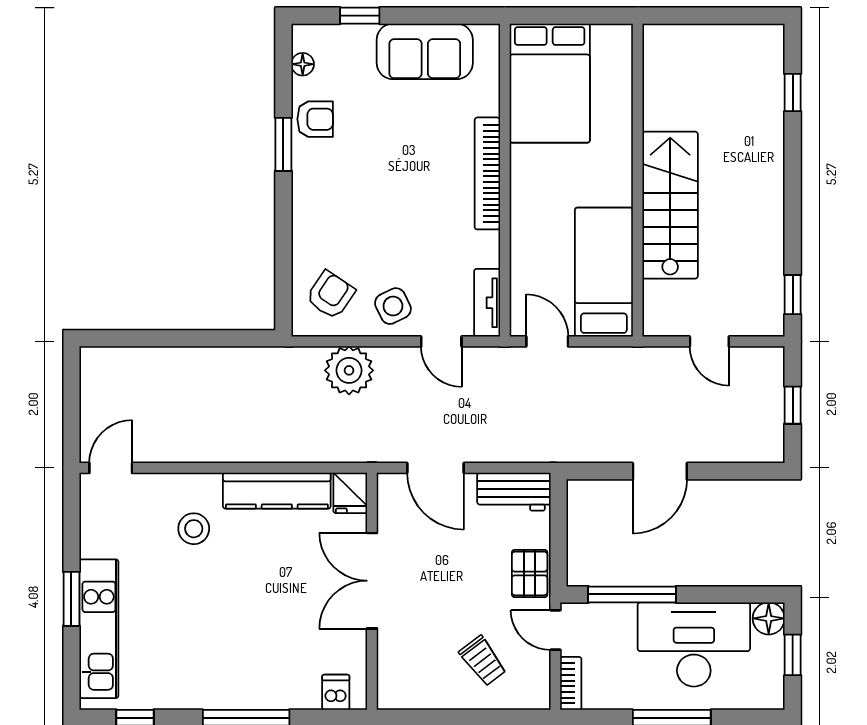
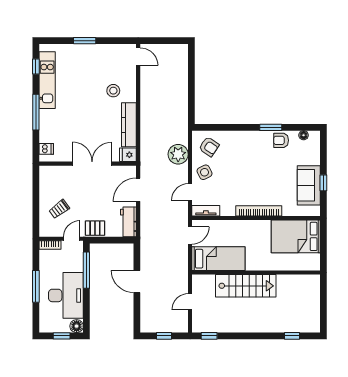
window: (360, 16) -> (323, 183), moved
armchair: (315, 119) -> (281, 140), turned 90
kitchen unit: (99, 629) -> (47, 80), moved, turned -90

